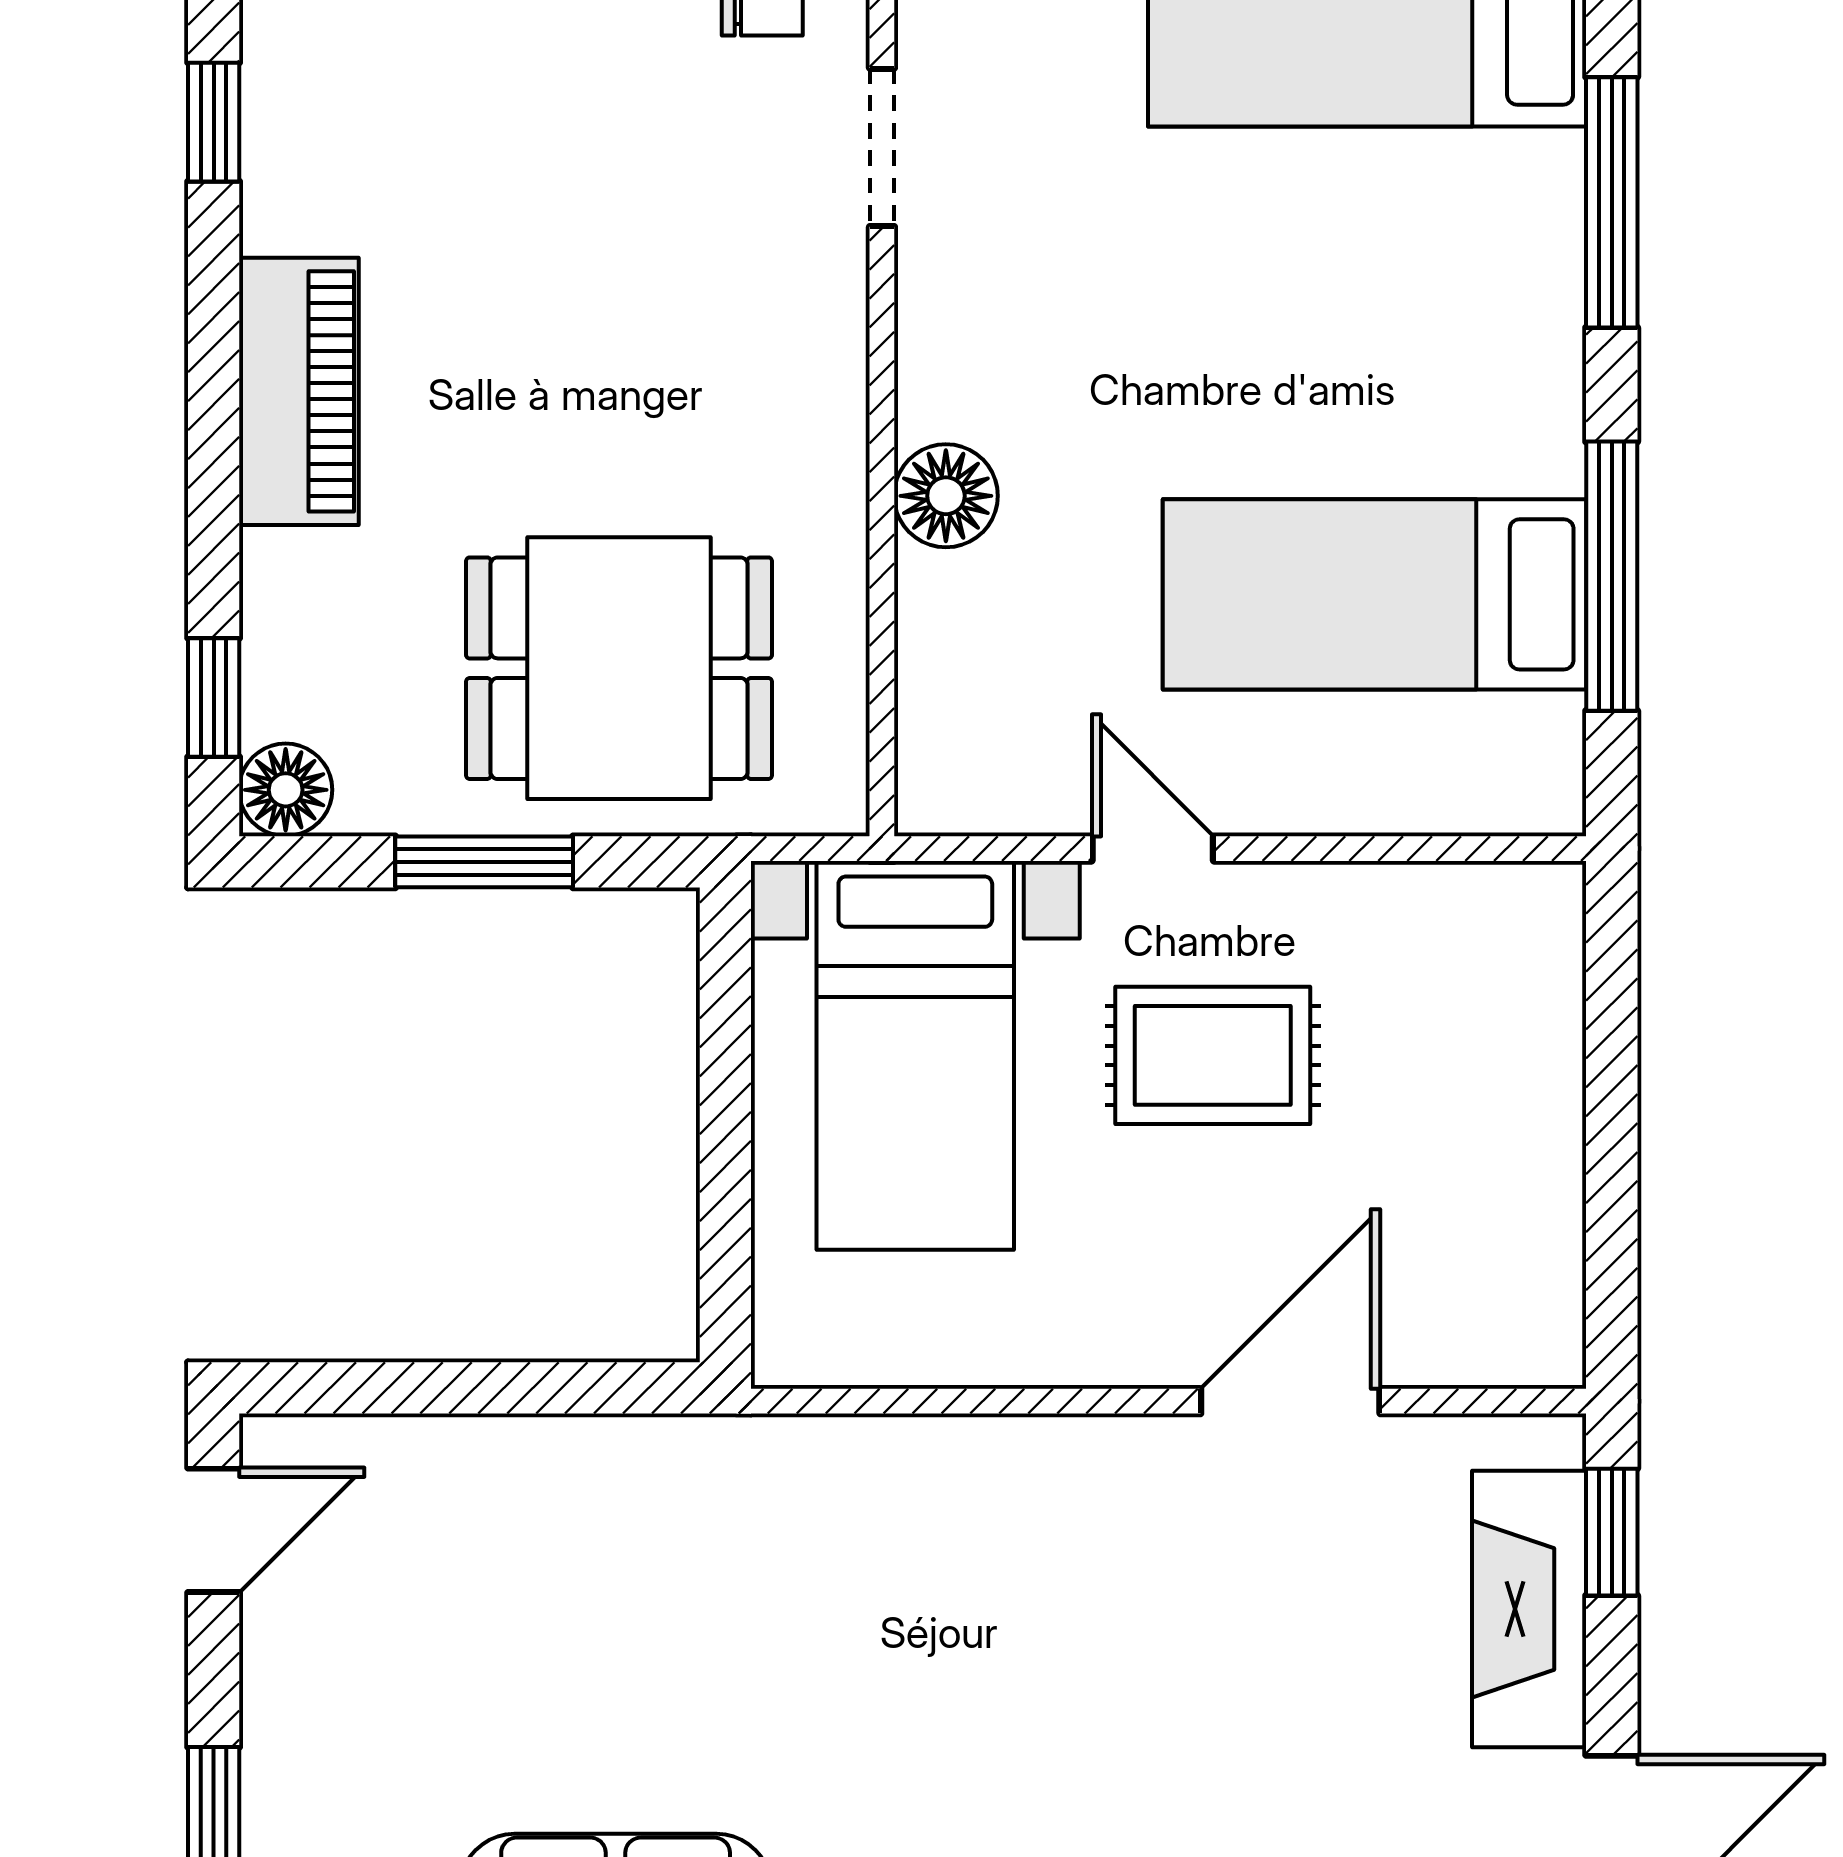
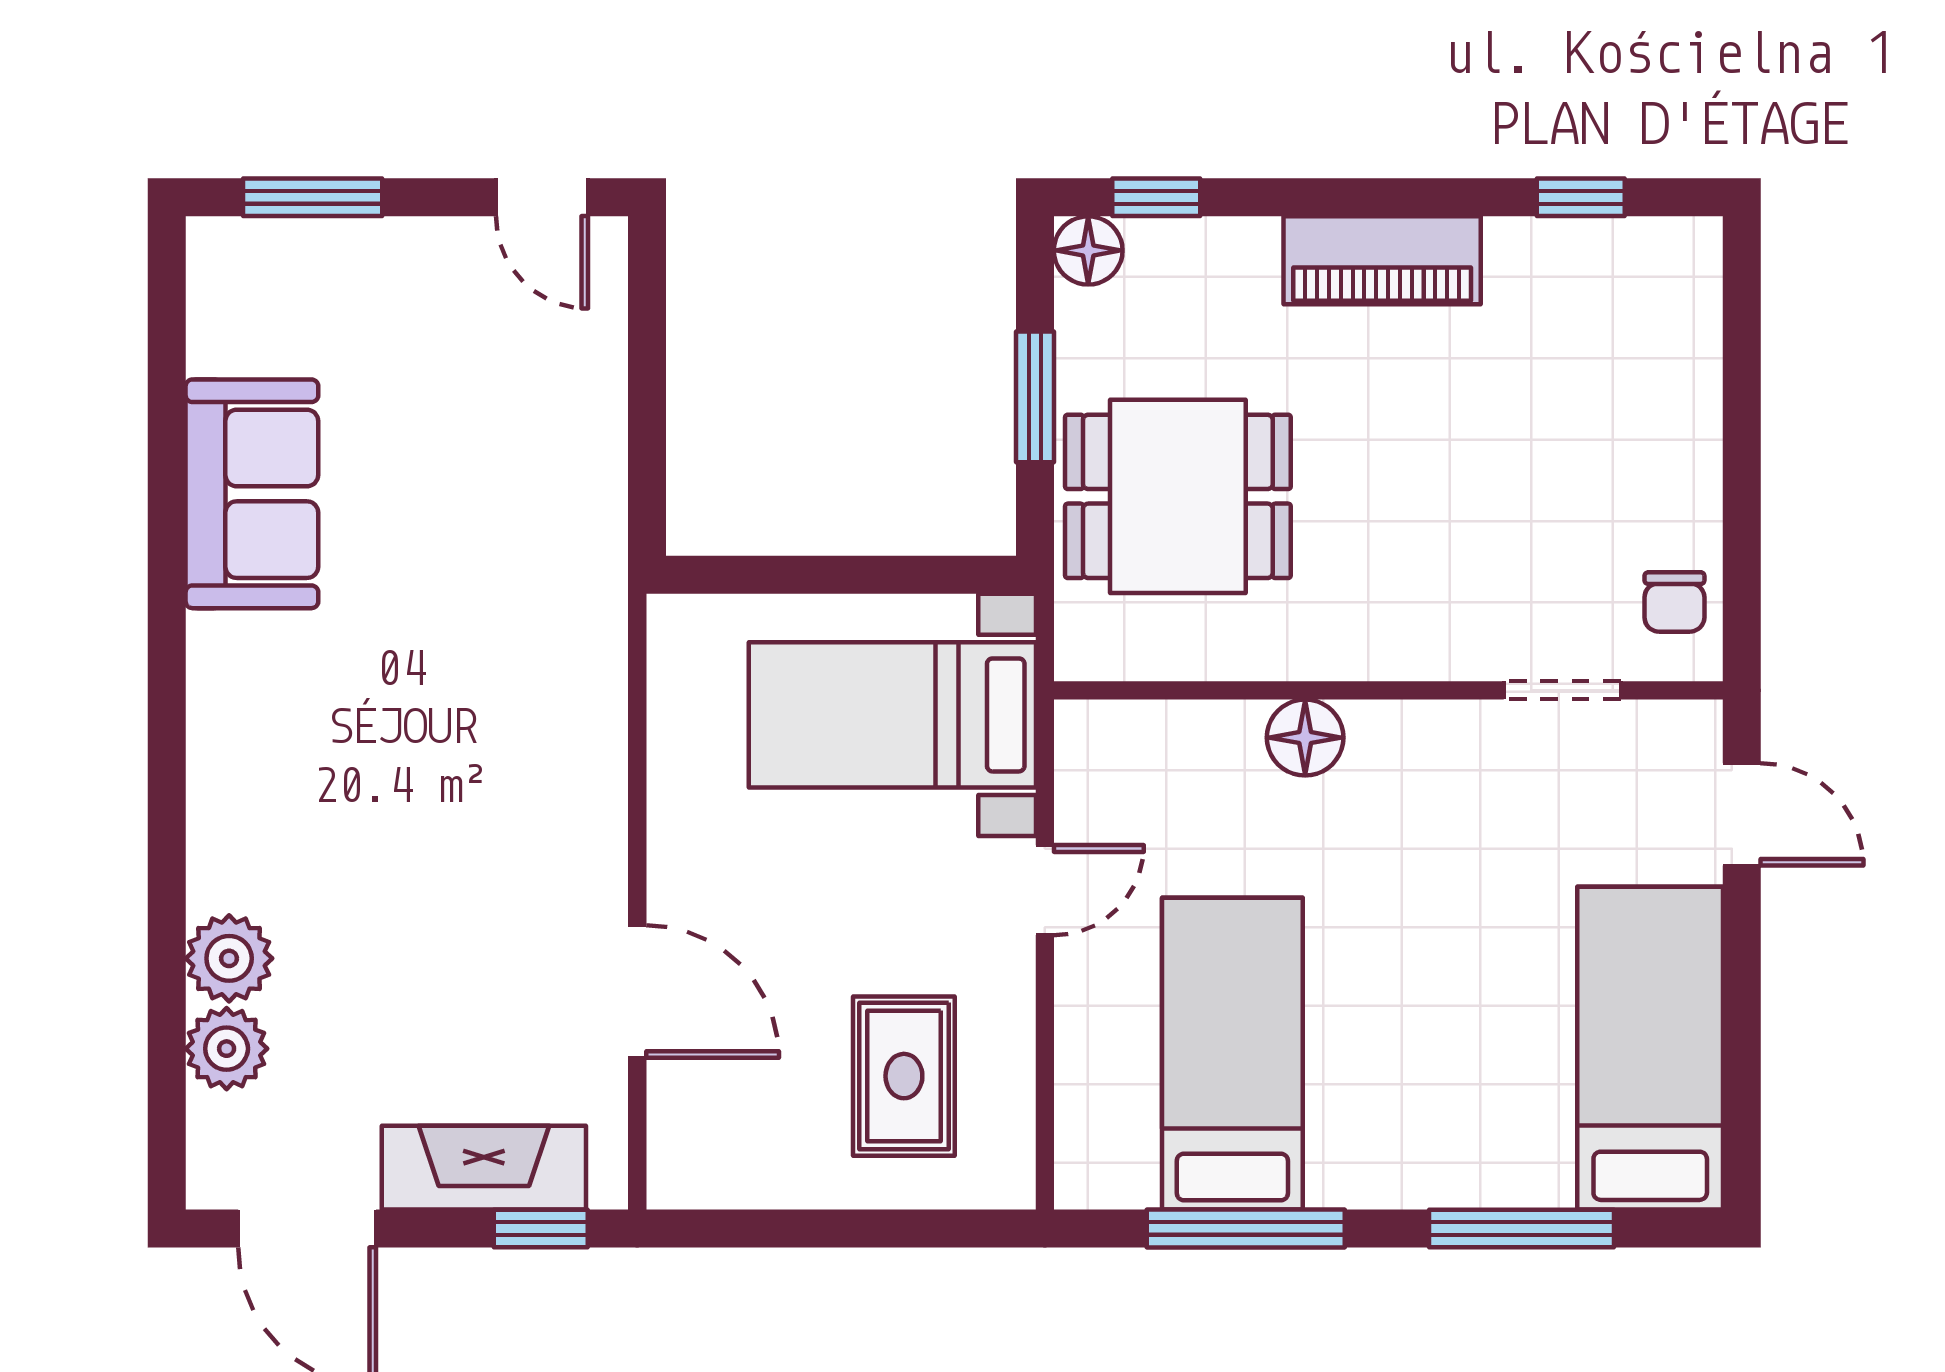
dining table: (619, 668) -> (1178, 496), turned 90
rug: (1213, 1055) -> (904, 1076), moved

